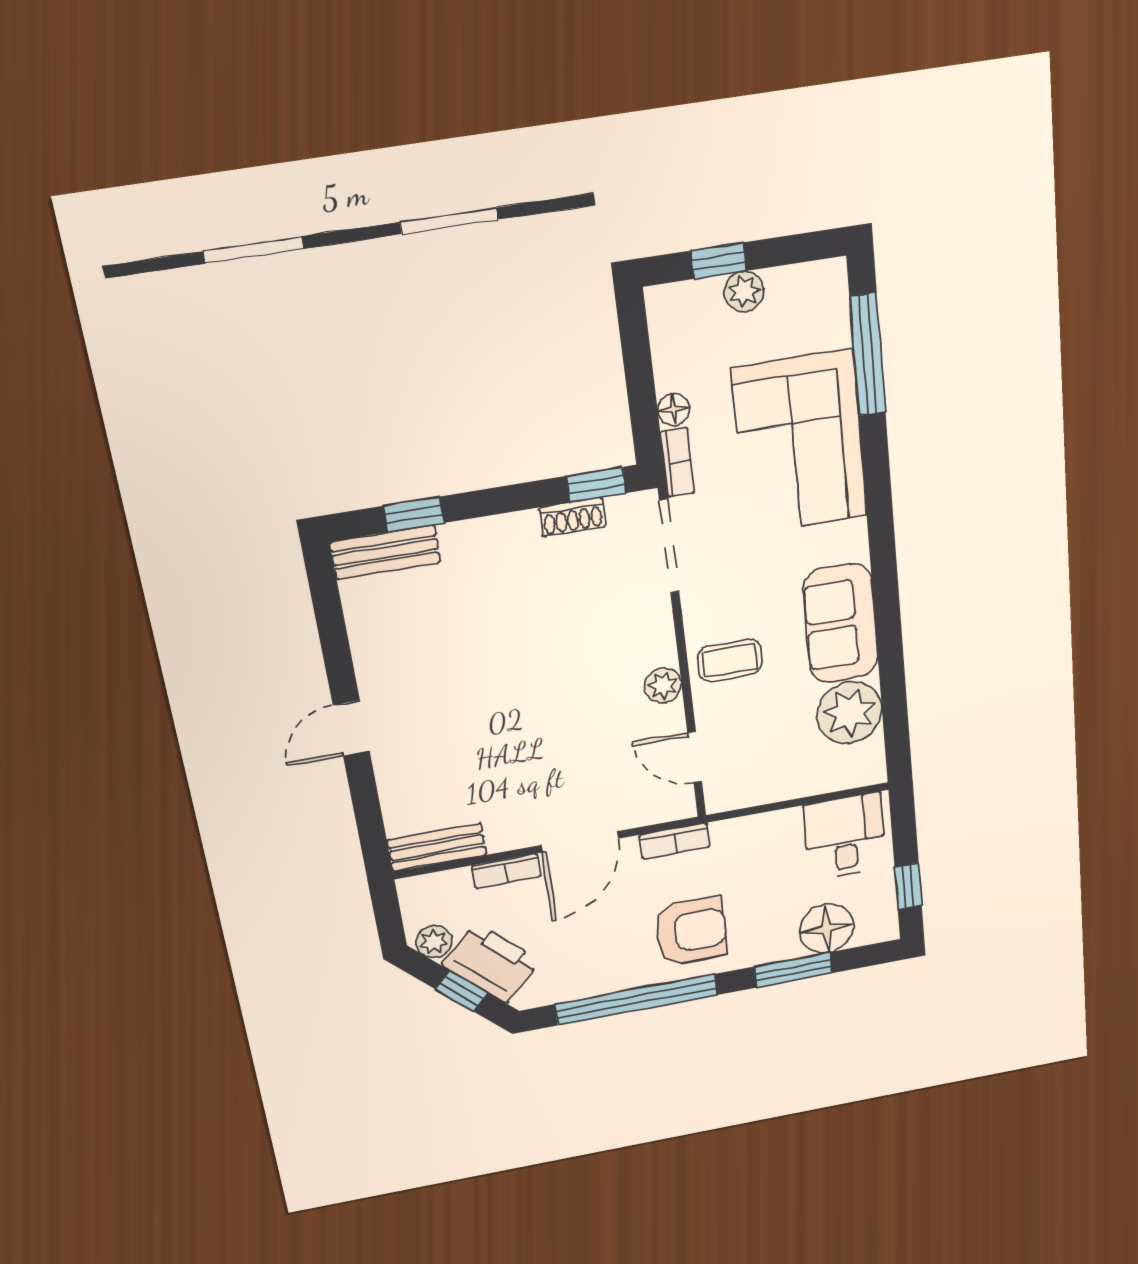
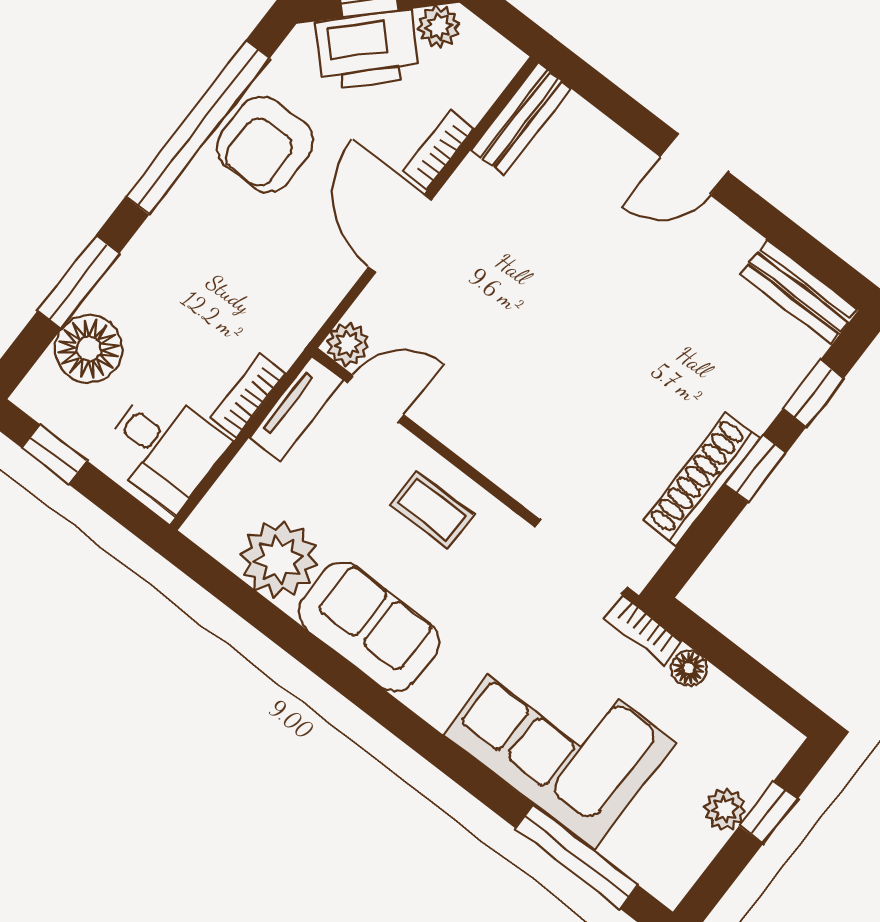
window: (596, 485) -> (755, 469), moved
shoe rack: (573, 517) -> (701, 479), width x1.94, depth x1.24
bench: (385, 552) -> (799, 292), moved, turned 90
coffee table: (730, 660) -> (432, 510), turned 90
plant: (663, 686) -> (348, 344), moved
door: (351, 728) -> (694, 164), swing flipped
tv unit: (747, 792) -> (296, 409), added
bookcase: (675, 841) -> (248, 396), moved
armchair: (691, 931) -> (265, 144), moved

